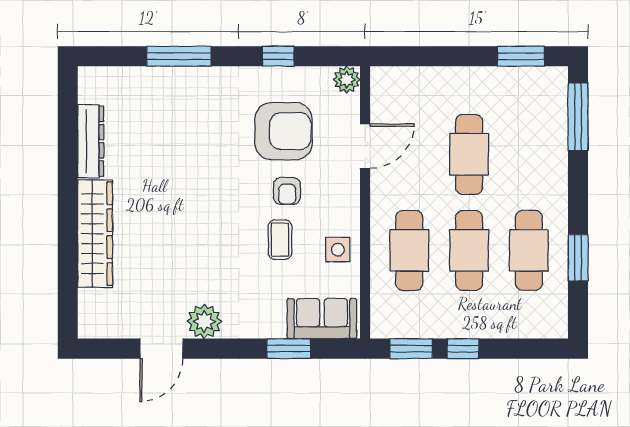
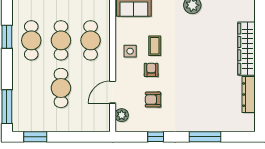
plant: (347, 80) -> (122, 115), moved
armchair: (283, 131) -> (153, 100), width x0.53, depth x0.53
side table: (338, 250) -> (130, 51), moved

